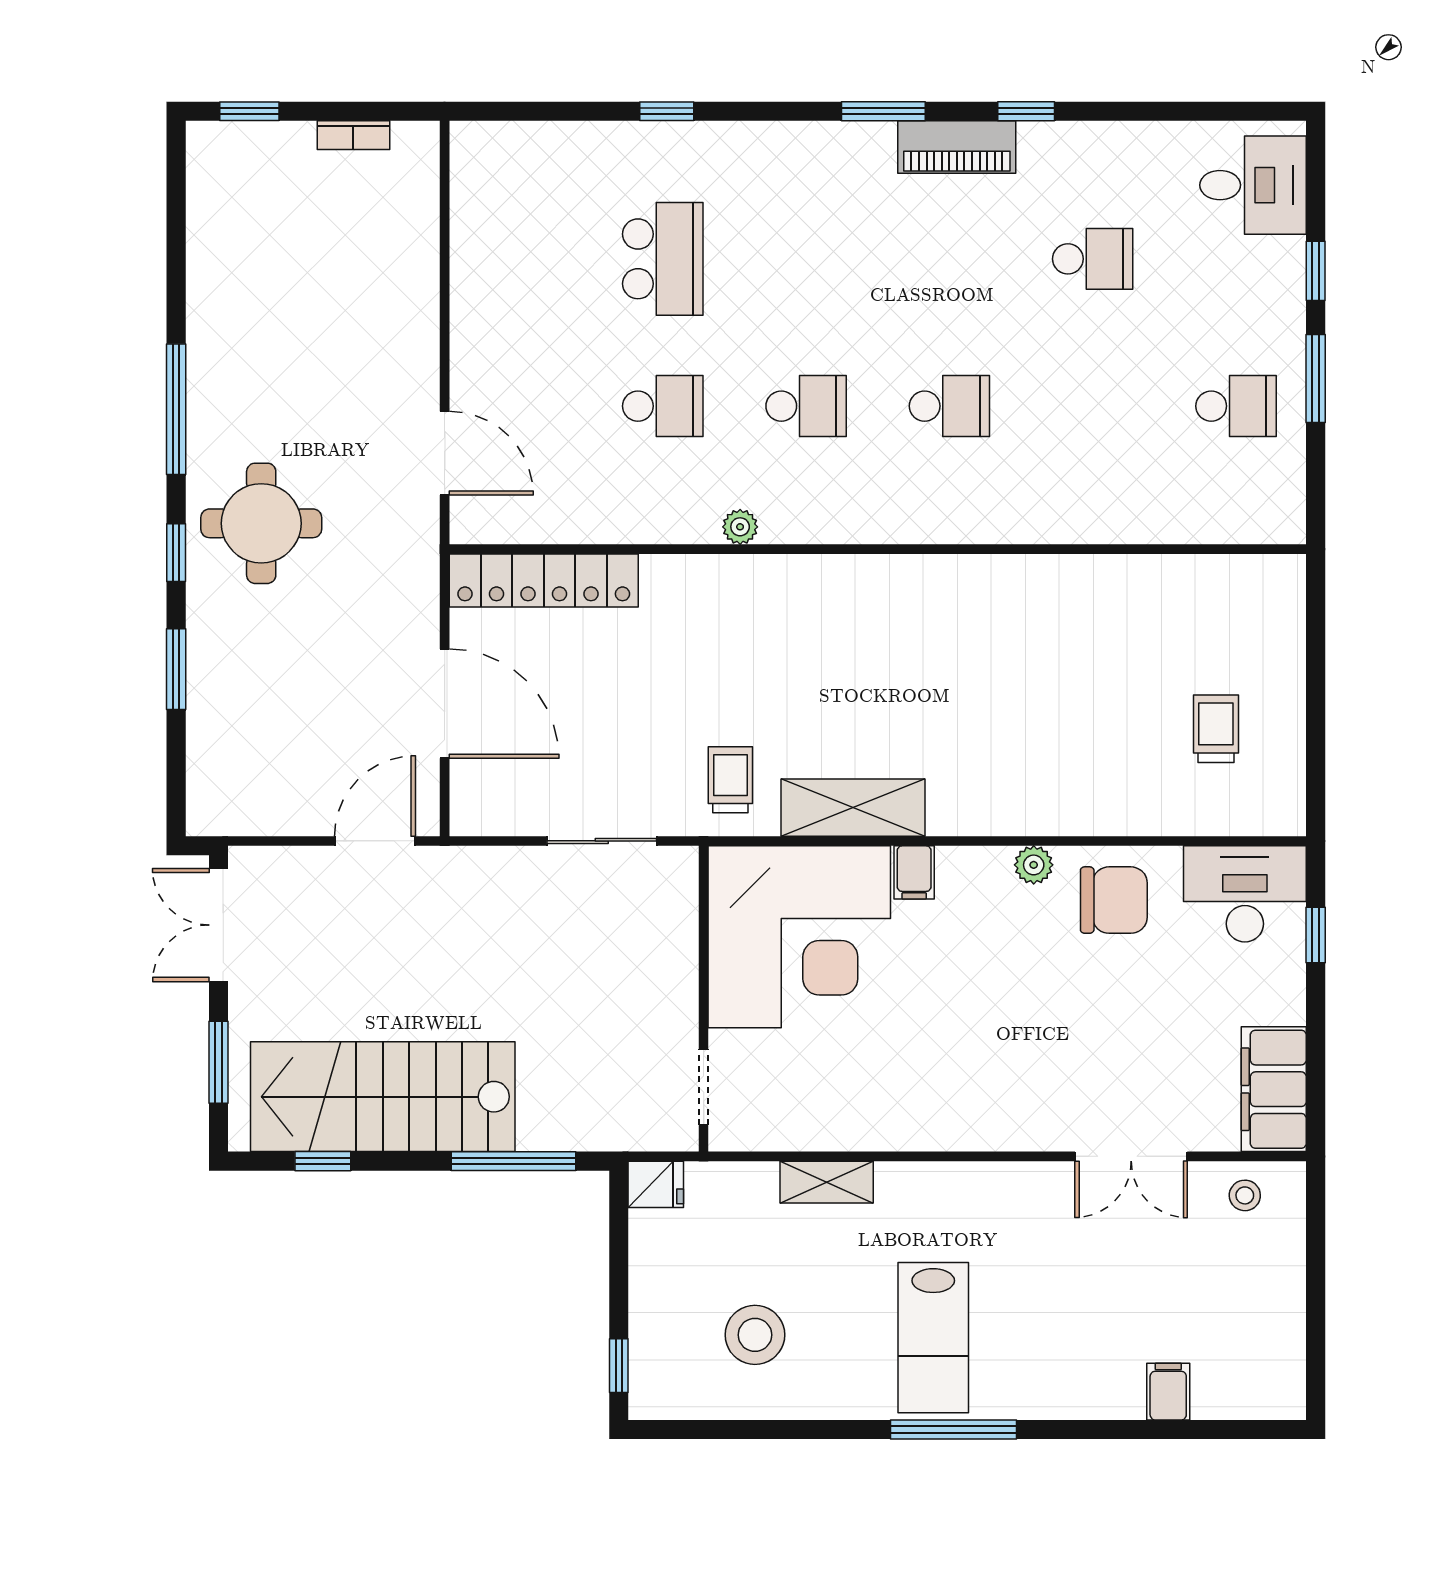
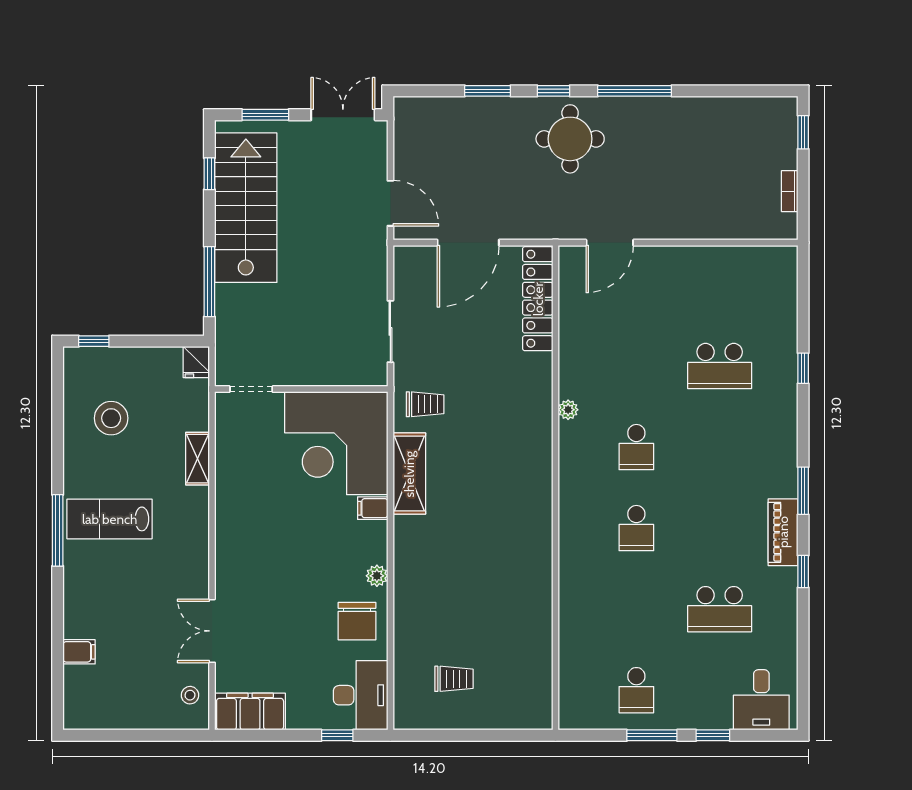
school desk: (1093, 259) -> (720, 609), width x1.85
school desk: (663, 406) -> (636, 366), removed

